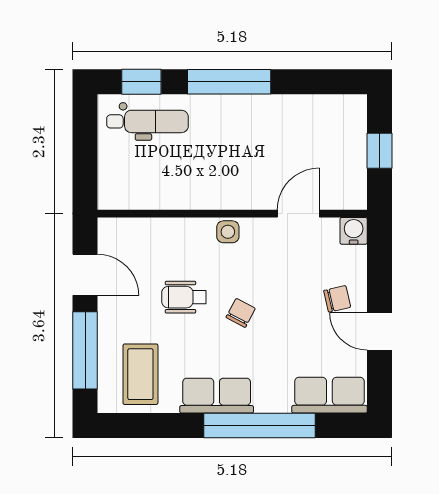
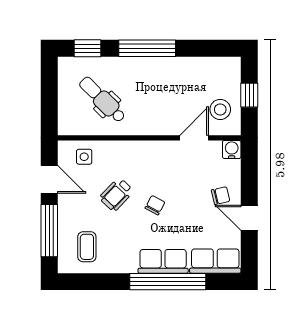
dental chair: (147, 121) -> (102, 100), moved, turned -135
stool: (337, 172) -> (220, 109), added
side table: (228, 232) -> (84, 157), moved
wheelchair: (184, 297) -> (117, 194), turned -46
coffee table: (140, 374) -> (87, 247), width x0.73, depth x0.77
row of seats: (217, 396) -> (163, 261), moved

